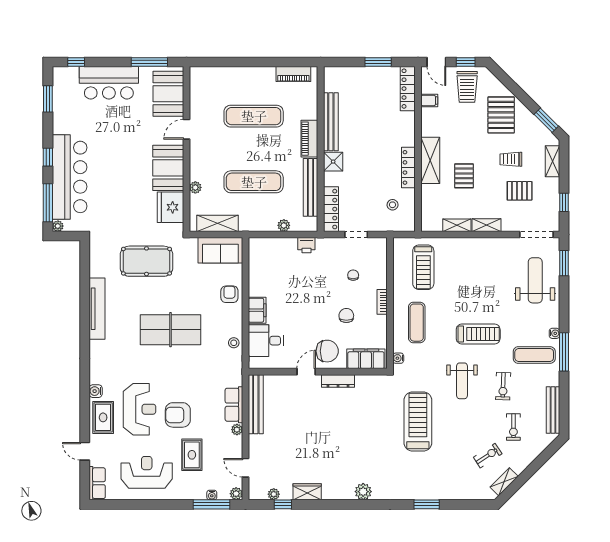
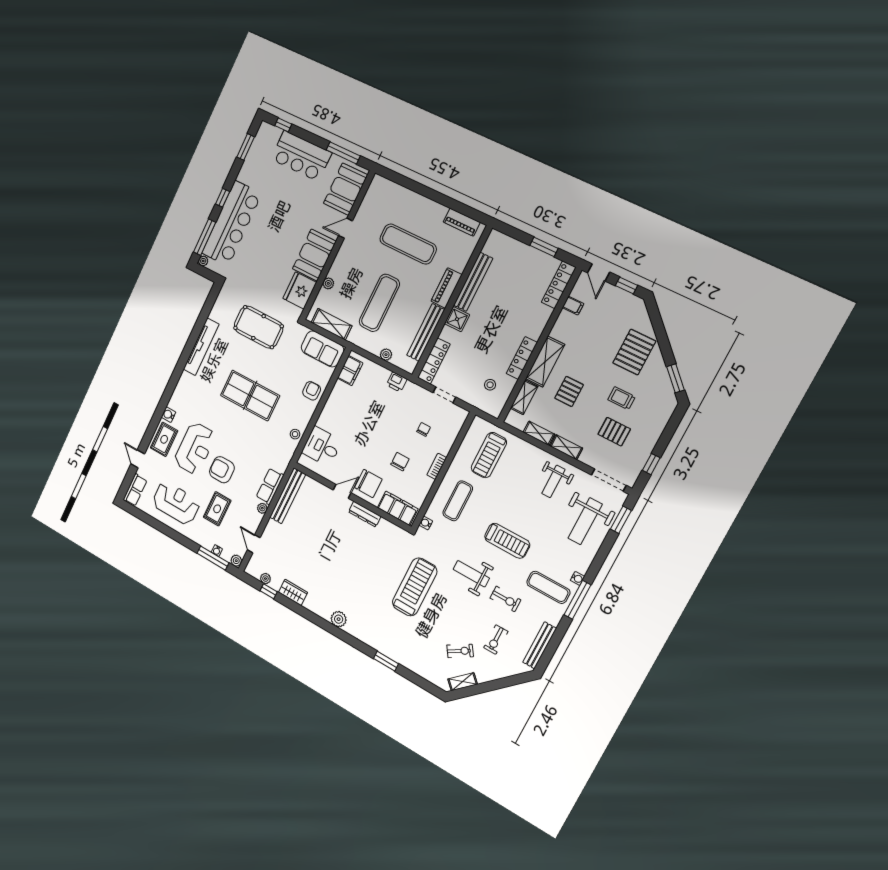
trolley: (467, 87) -> (616, 310), removed
shelving: (553, 161) -> (524, 397), moved
exercise mat: (254, 182) -> (379, 303), turned 90
weight bench: (491, 261) -> (553, 481), added
weight bench: (535, 280) -> (585, 521), turned 180
filing cabinet: (257, 310) -> (350, 371), moved
weight bench: (462, 381) -> (471, 574), turned 90
exercise bike: (503, 386) -> (505, 599), turned -92

